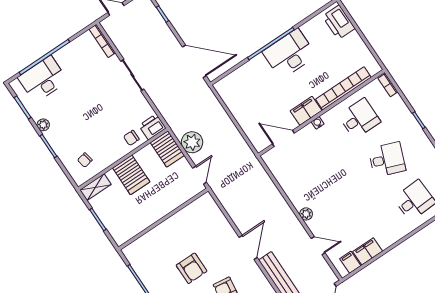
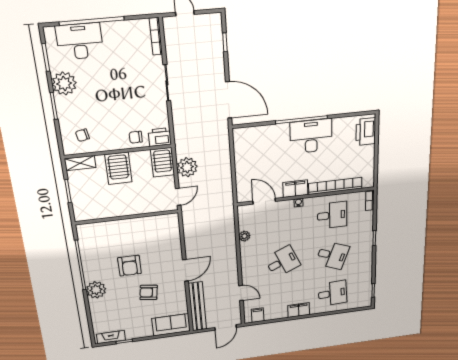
plant: (43, 125) -> (64, 84), width x1.87, depth x1.87
desk: (340, 191) -> (282, 262), added
plant: (306, 214) -> (244, 236), moved
filing cabinet: (368, 251) -> (299, 310), moved

